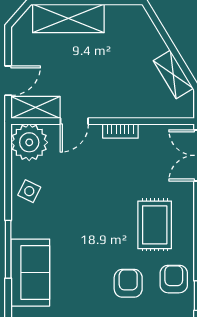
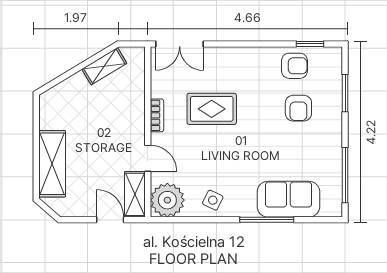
rug: (155, 225) -> (212, 109), moved
armchair: (174, 279) -> (295, 66), turned 180
armchair: (128, 283) -> (298, 108), turned -90

